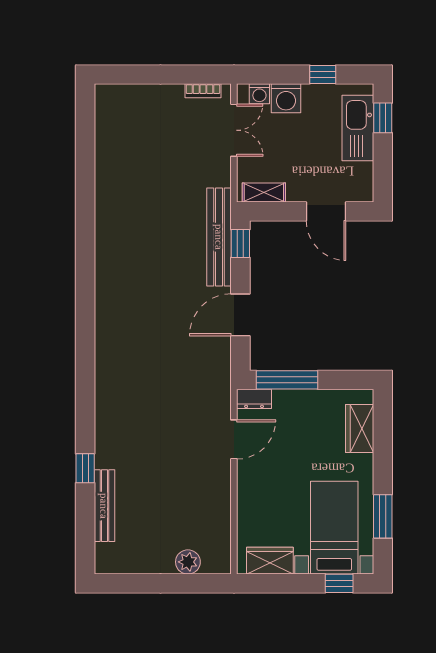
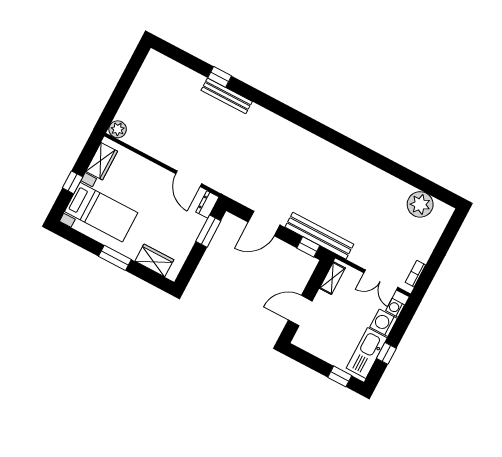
kitchen sink: (358, 128) -> (367, 353), moved, turned -90
plant: (113, 131) -> (420, 204), added
door: (240, 315) -> (264, 224), swing flipped
window: (287, 380) -> (208, 231), width x0.69
bench: (104, 506) -> (227, 96), moved
window: (383, 516) -> (115, 258), moved
plant: (188, 562) -> (118, 129), moved
window: (339, 583) -> (73, 182), moved

